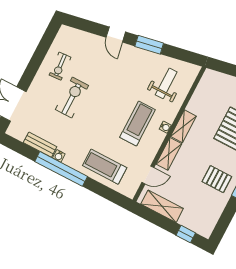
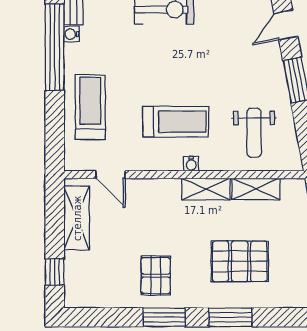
weight bench: (166, 83) -> (254, 133), turned 90
shelving: (169, 154) -> (256, 189), moved

